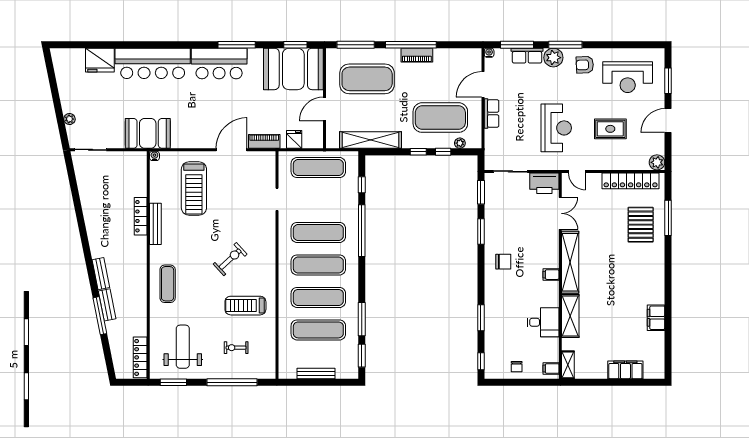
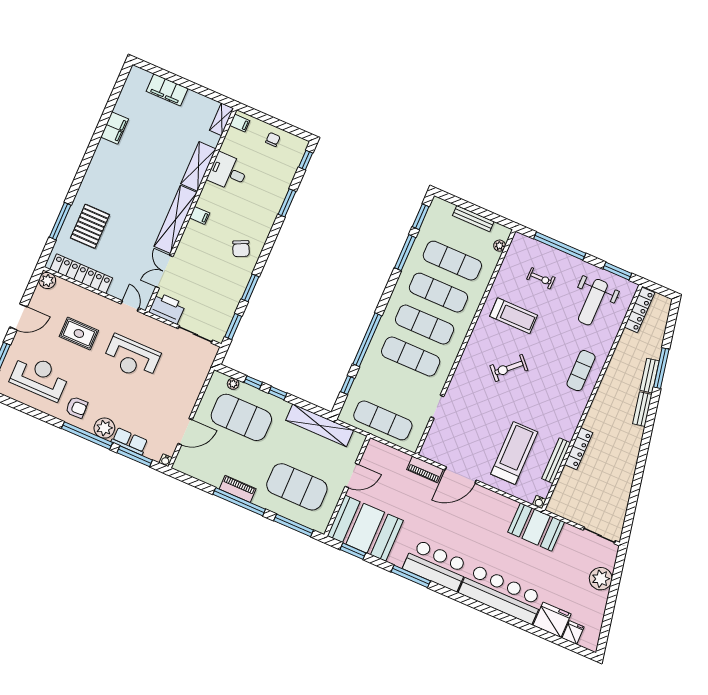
window: (565, 45) -> (87, 436), width x1.46
row of seats: (492, 113) -> (189, 399), removed
plant: (69, 119) -> (601, 579), width x1.88, depth x1.88
reception desk: (556, 128) -> (132, 358), turned -90
fridge: (294, 139) -> (573, 632), moved, turned 180
bench: (155, 224) -> (556, 461), moved
chair: (503, 262) -> (241, 249), turned -115
plant: (284, 360) -> (499, 246), added

